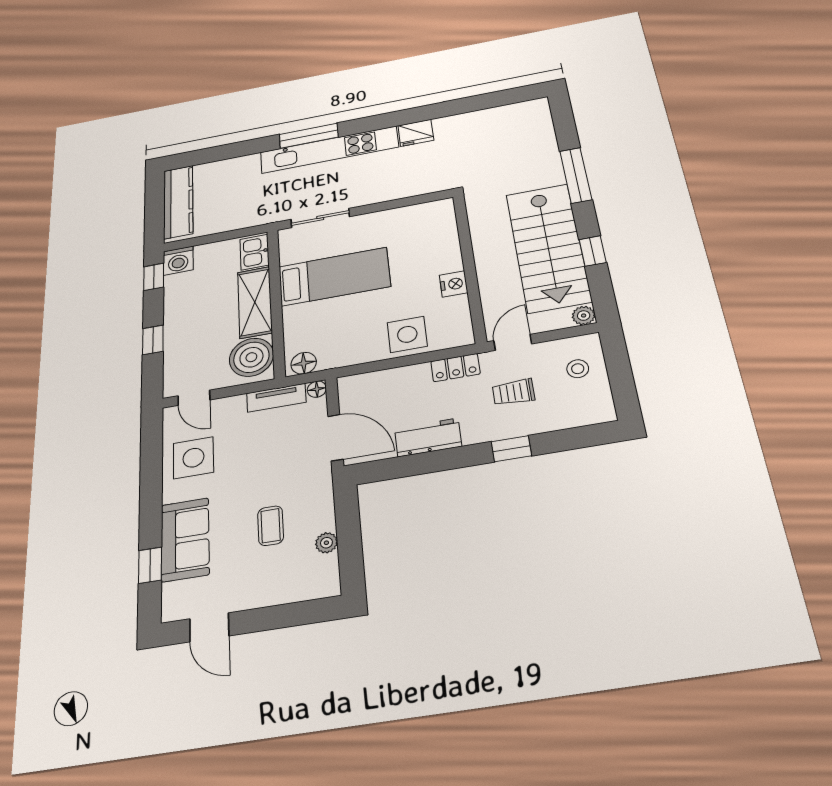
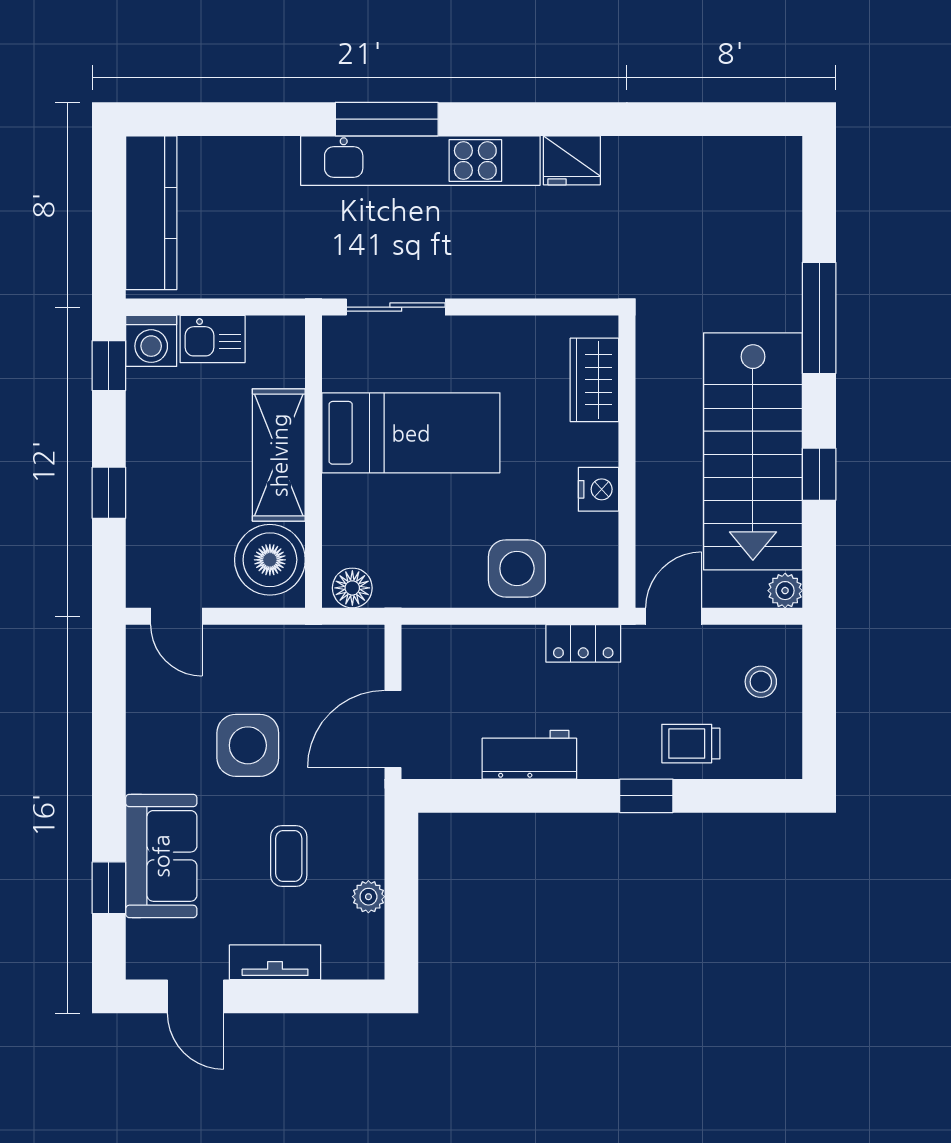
wardrobe: (443, 230) -> (594, 380), added
kitchen sink: (254, 252) -> (213, 339), moved, turned -90
floor lamp: (317, 389) -> (370, 639), removed
trolley: (513, 392) -> (691, 744), moved
tv unit: (276, 398) -> (275, 962), moved, turned 180
door: (336, 438) -> (393, 729), swing flipped
side table: (193, 458) -> (248, 745), moved

